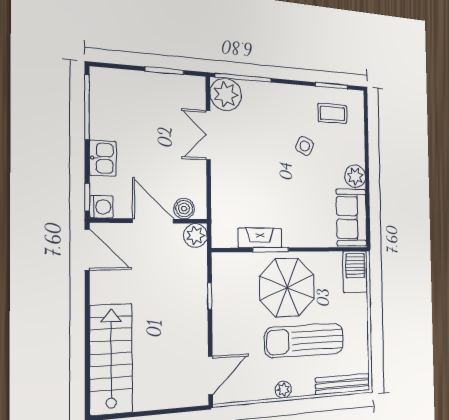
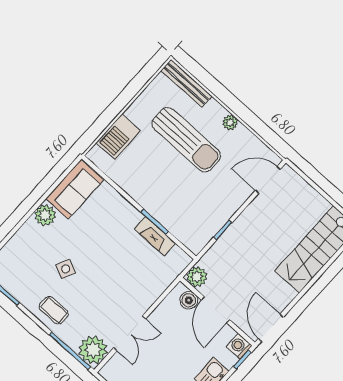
coffee table: (332, 113) -> (54, 310), moved
barbecue: (355, 272) -> (118, 137), moved
parasol: (287, 287) -> (166, 186), removed

